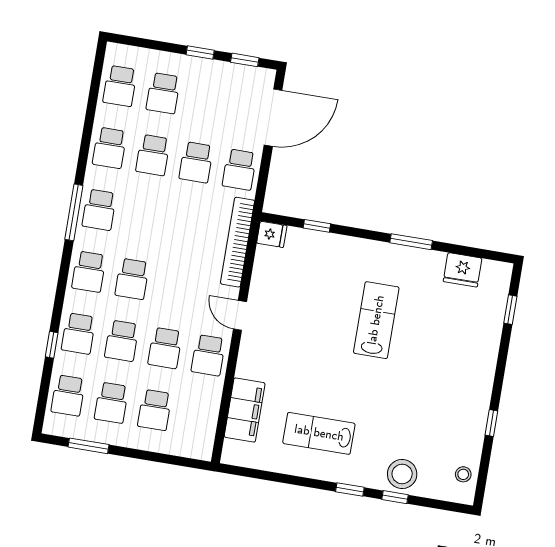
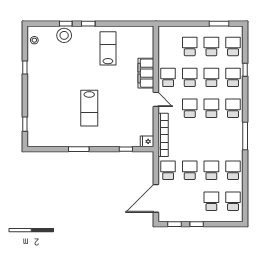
school desk: (99, 210) -> (190, 108), moved
fridge: (463, 270) -> (51, 140), removed
filing cabinet: (245, 410) -> (146, 73), moved
lab bench: (319, 433) -> (108, 48), turned -90

